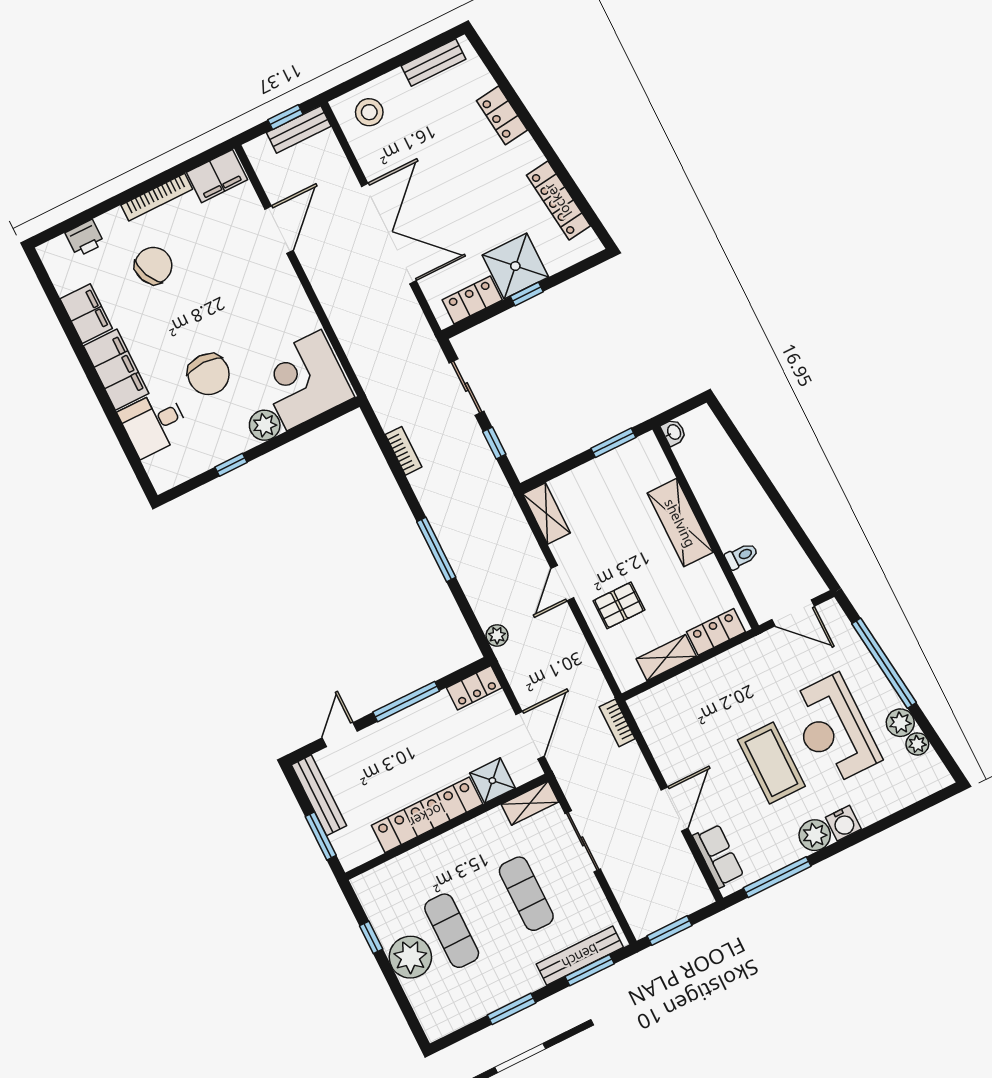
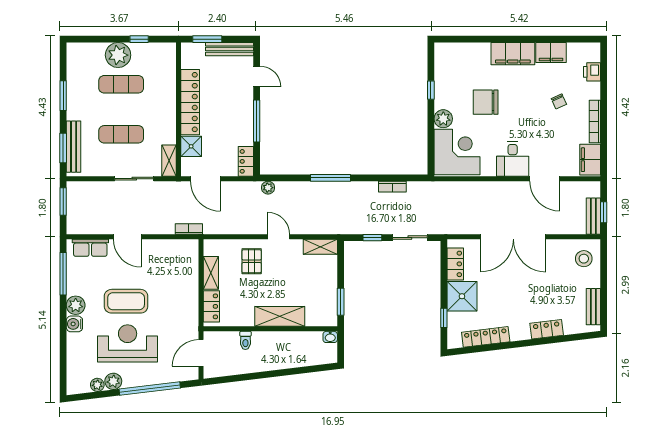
chair: (153, 266) -> (559, 101), width x0.54, depth x0.54
window: (527, 294) -> (444, 318), moved
desk: (154, 423) -> (513, 159), moved, turned 180

